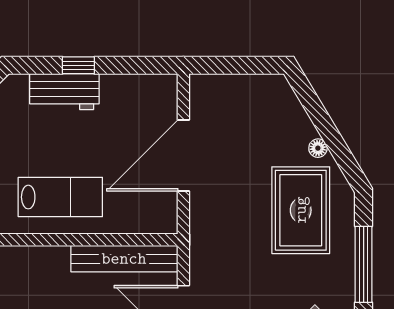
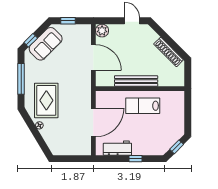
workbench: (64, 92) -> (117, 148), moved
bench: (124, 259) -> (136, 81), moved

